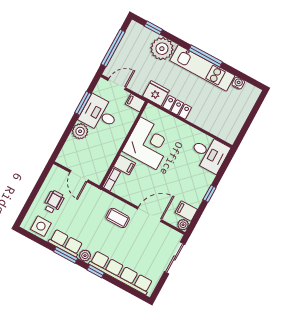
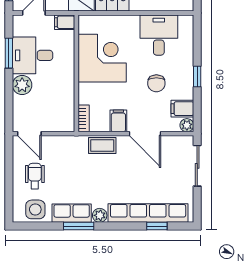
desk: (209, 153) -> (159, 35), moved, turned -90
filing cabinet: (125, 165) -> (118, 121), moved, turned -90
door: (79, 176) -> (29, 134), moved
chair: (177, 183) -> (156, 83), added
door: (150, 214) -> (145, 134), swing flipped
coffee table: (118, 218) -> (102, 145), moved
window: (96, 271) -> (157, 226), moved

